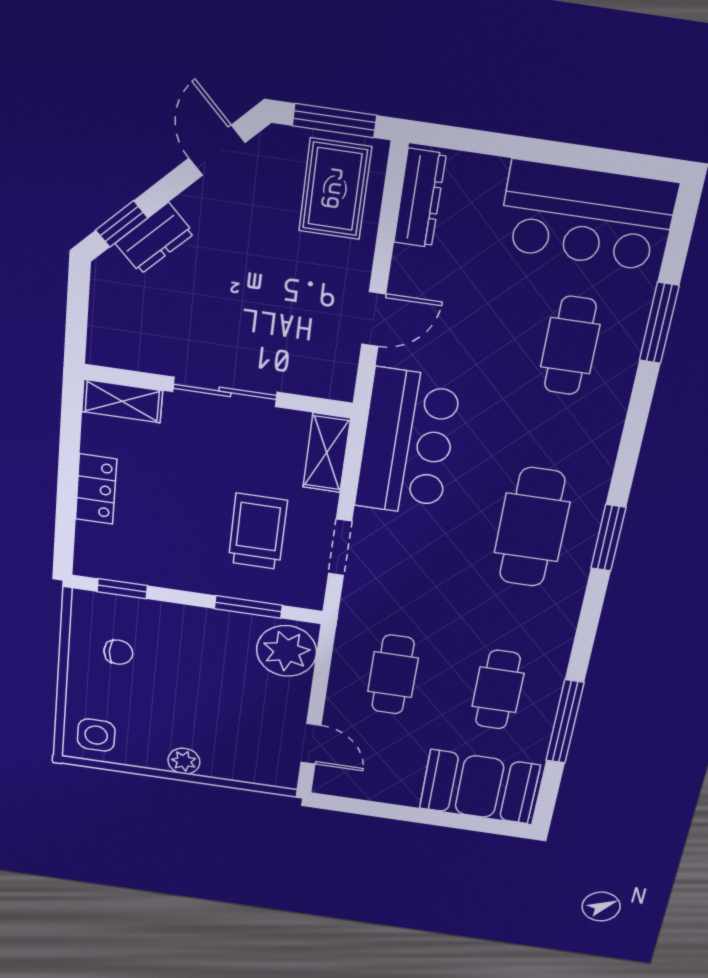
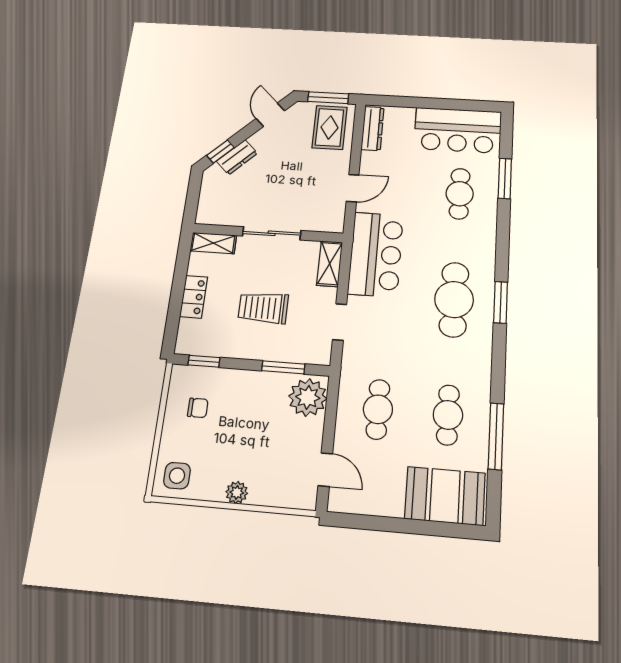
trolley: (258, 532) -> (263, 308), moved, turned -90

